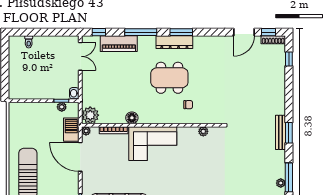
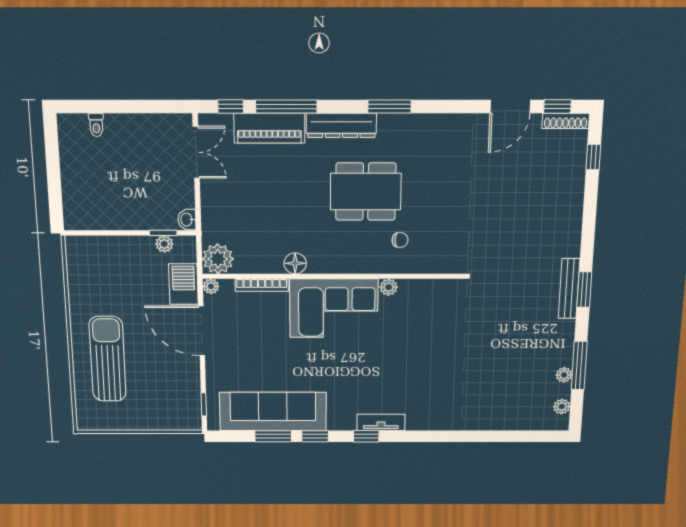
window: (141, 32) -> (286, 107), moved
dresser: (174, 42) -> (341, 125), moved
plant: (203, 131) -> (389, 287), moved

